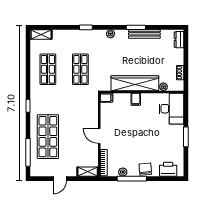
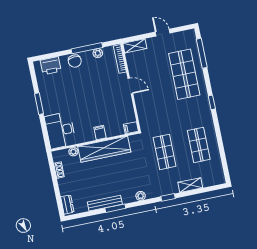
shelving: (41, 34) -> (190, 185), moved
door: (60, 179) -> (163, 33), hinge flipped

